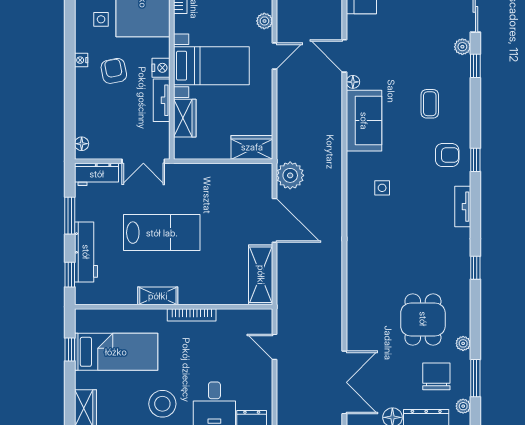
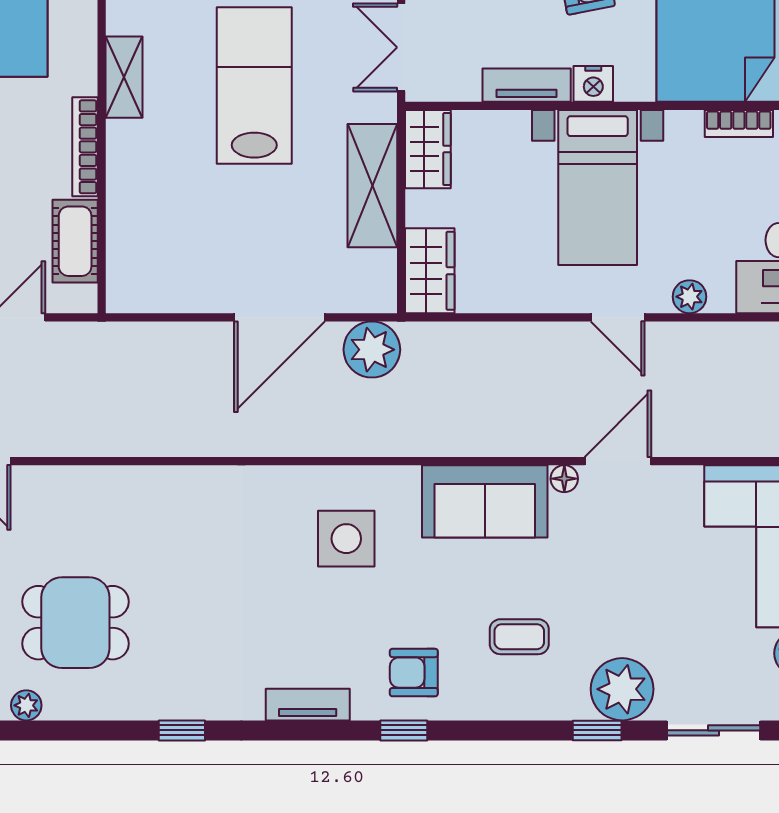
plant: (462, 47) -> (622, 689), width x1.88, depth x1.88
wardrobe: (185, 118) -> (428, 149), moved, turned -90
armchair: (447, 155) -> (414, 673), turned 90
side table: (382, 188) -> (346, 539), width x1.87, depth x1.87
lab bench: (162, 233) -> (254, 85), turned 180
shelving: (261, 275) -> (372, 186), moved, turned 90
cot: (237, 320) -> (75, 241), added

